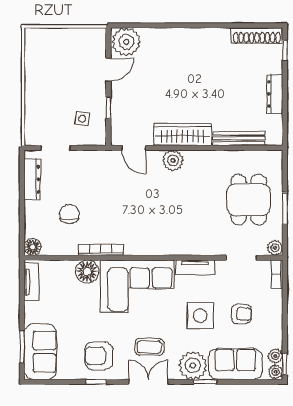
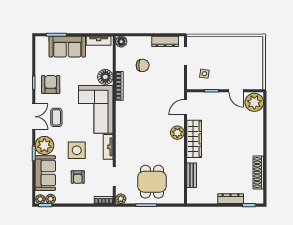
shoe rack: (257, 36) -> (258, 173), moved
dresser: (275, 94) -> (231, 199), moved
bench: (239, 138) -> (192, 175), width x0.73
dining table: (249, 200) -> (152, 182), turned 90
sofa: (40, 352) -> (67, 47), moved

